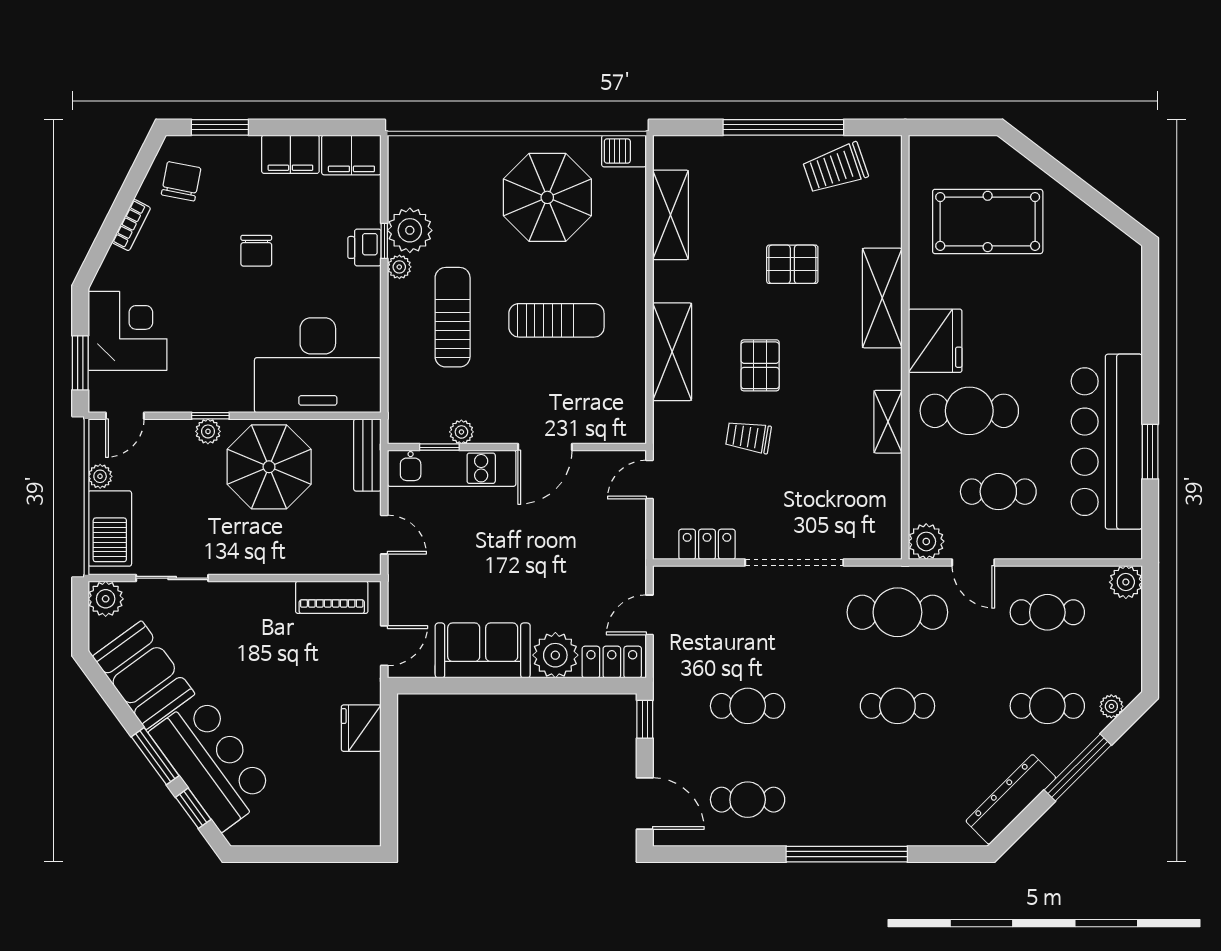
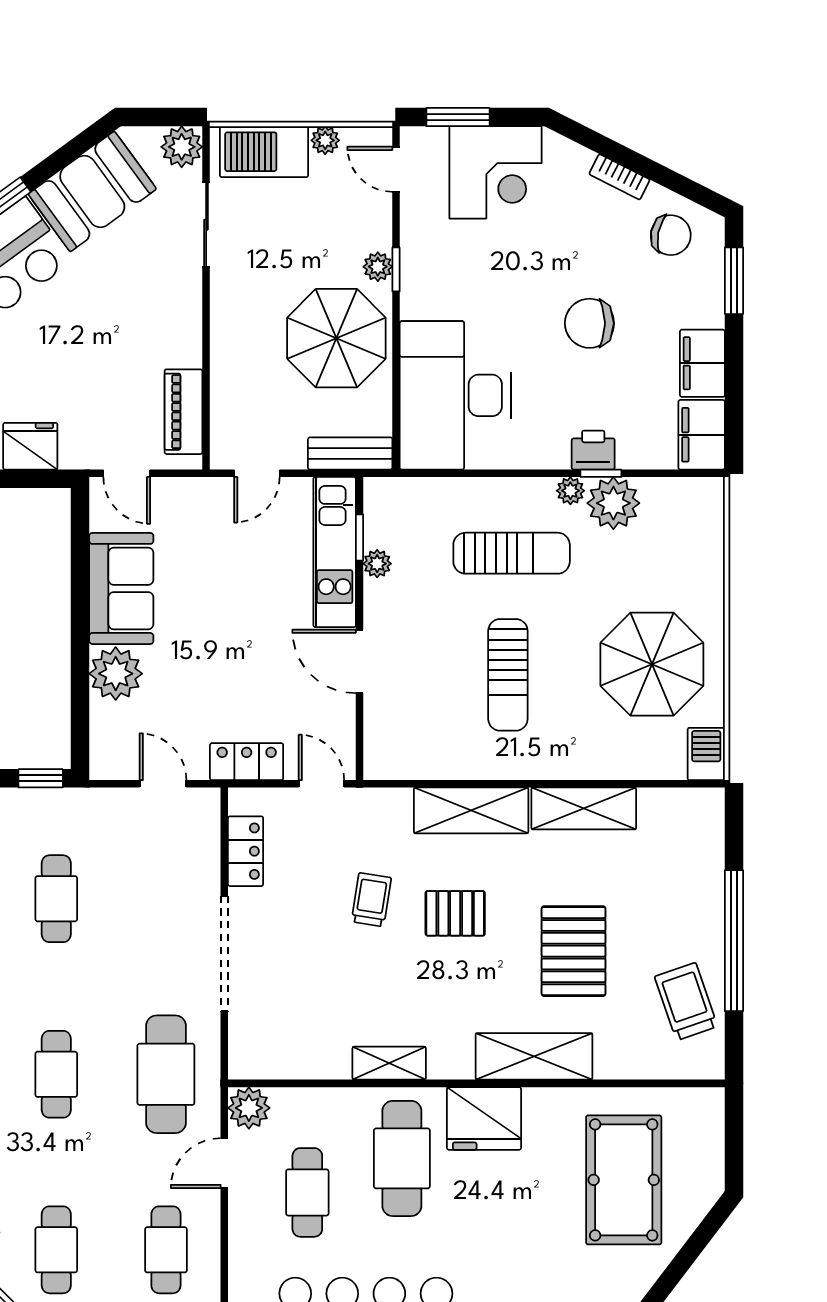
shelving: (671, 215) -> (584, 808), moved
chair: (256, 251) -> (589, 323), width x1.37, depth x1.37
pallet: (792, 264) -> (574, 951), width x1.50, depth x1.42
locker: (612, 662) -> (247, 762), moved, turned -90

